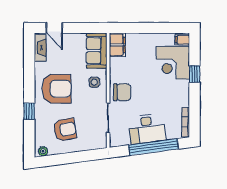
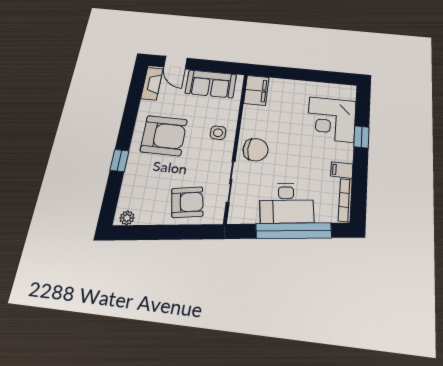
filing cabinet: (182, 40) -> (342, 170), moved
sofa: (97, 51) -> (211, 84), moved, turned -90
armchair: (65, 130) -> (187, 202), moved

